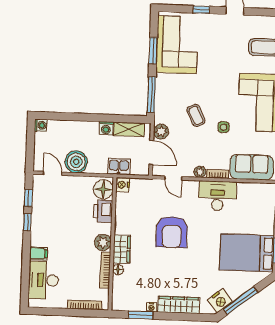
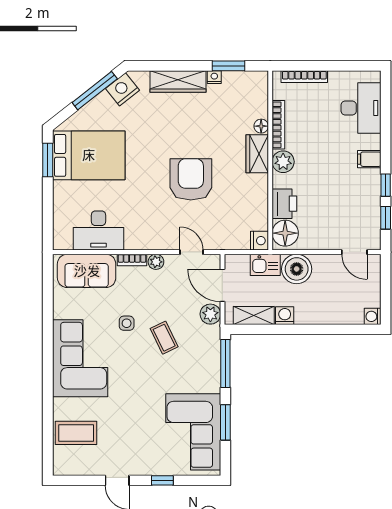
boiler: (76, 162) -> (297, 269), moved
desk: (217, 196) -> (99, 230), moved
filing cabinet: (38, 253) -> (369, 159), moved

